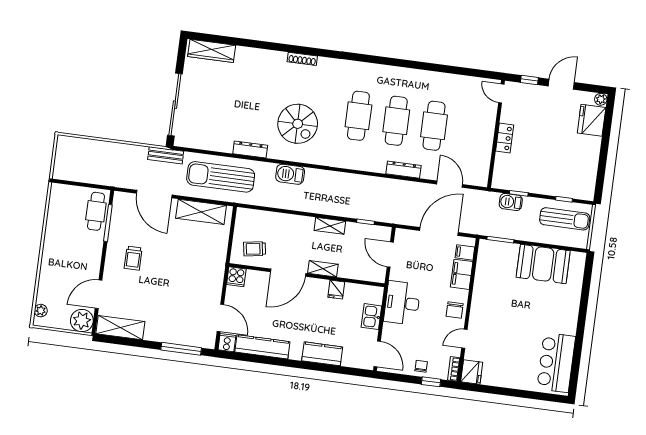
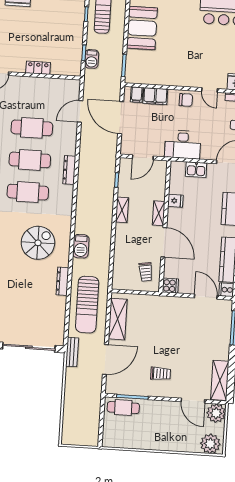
dresser: (404, 170) -> (69, 170), moved
plant: (41, 311) -> (210, 444), width x1.88, depth x1.88
door: (220, 318) -> (206, 297), hinge flipped

